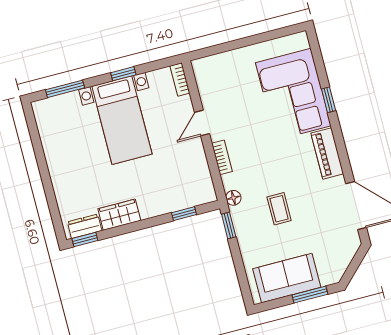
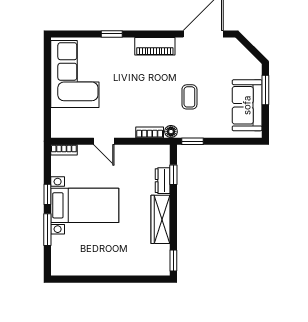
window: (65, 89) -> (47, 230), moved
corner sofa: (293, 94) -> (75, 74), moved, turned -90
bookcase: (222, 157) -> (150, 132), moved
coffee table: (279, 209) -> (189, 97), turned 90
wardrobe: (119, 215) -> (161, 219), width x1.50
dresser: (85, 226) -> (163, 181), moved

